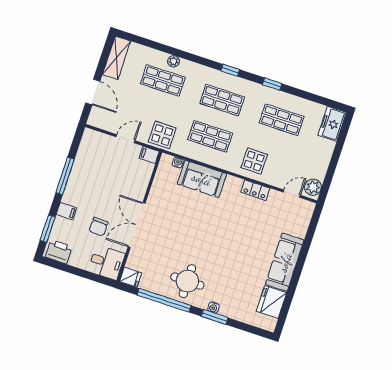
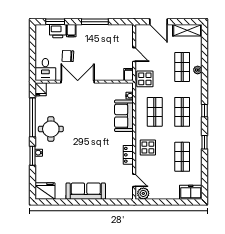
door: (93, 92) -> (159, 22), hinge flipped
printer: (59, 252) -> (58, 31), moved, turned 90
fridge: (271, 302) -> (45, 191), moved

